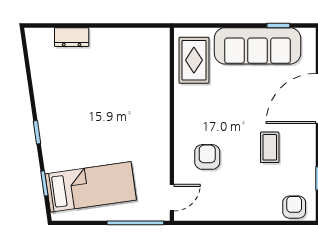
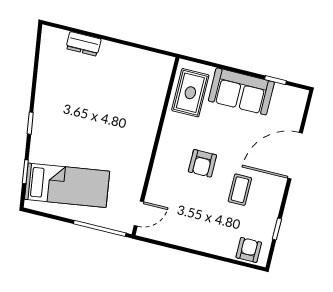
sofa: (258, 46) -> (241, 91), width x0.73
armchair: (207, 157) -> (202, 163), moved, turned 180

